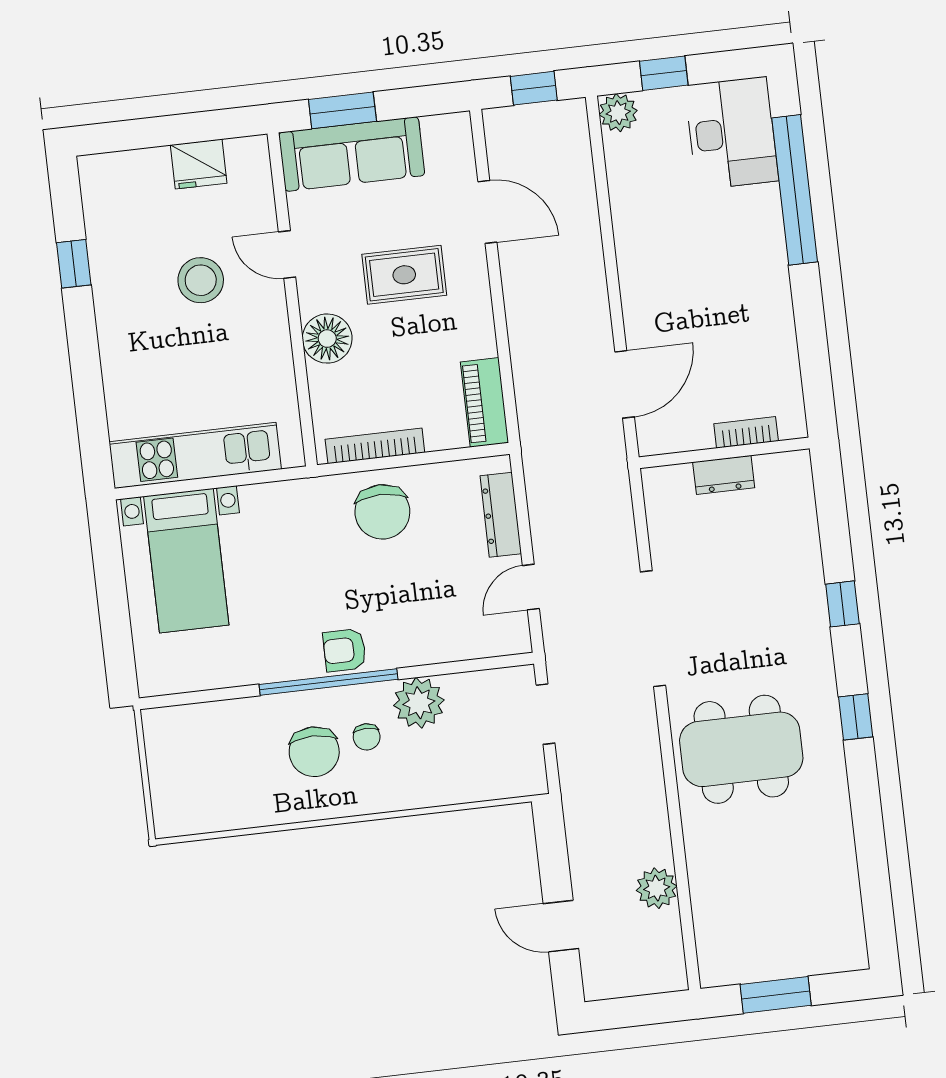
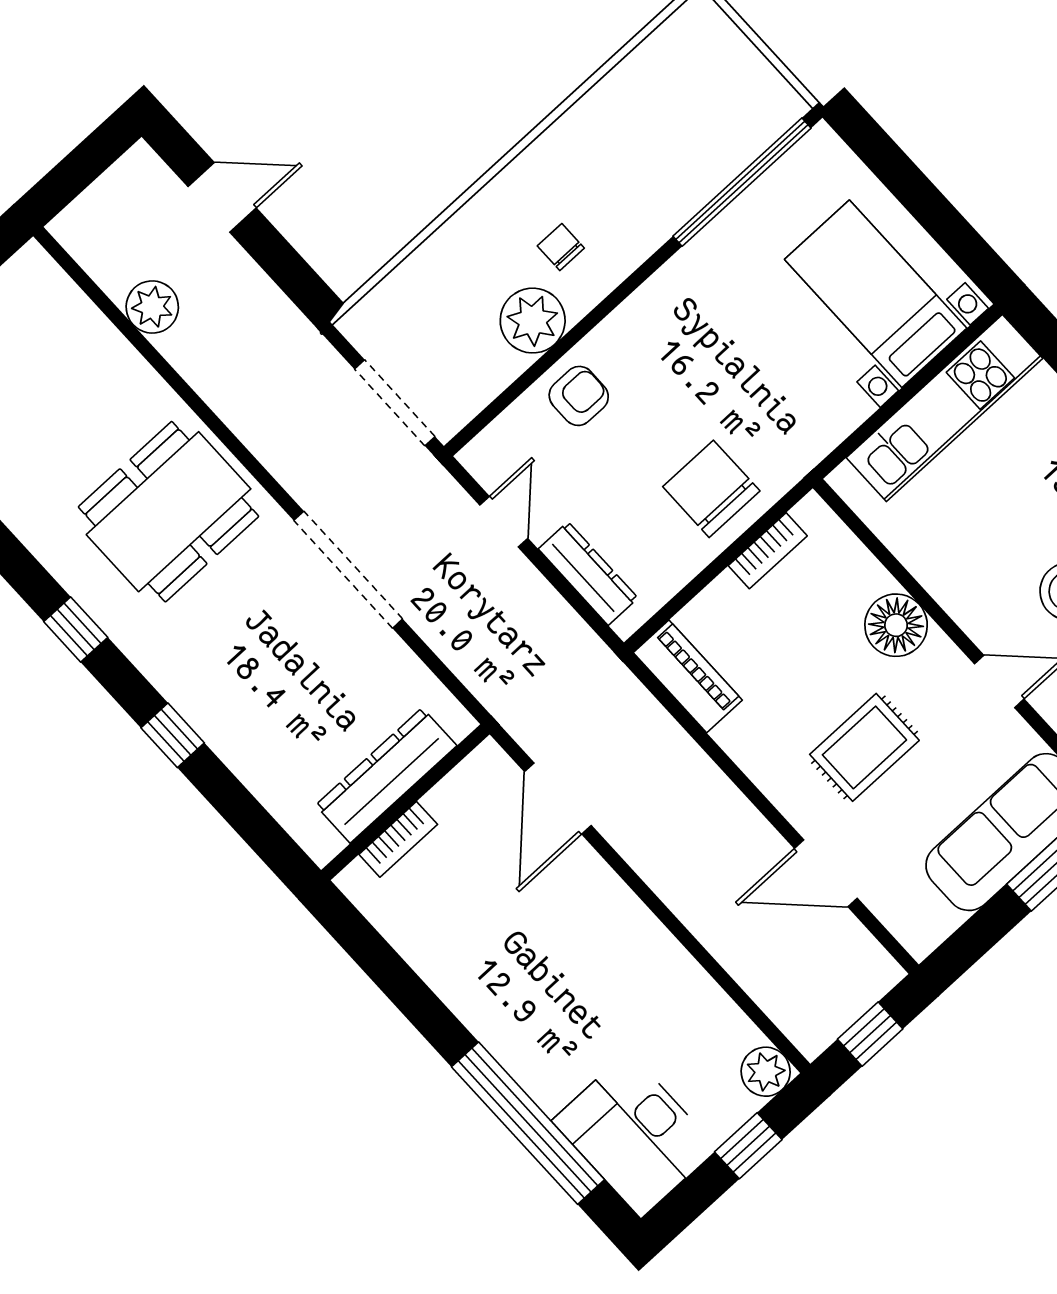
bookcase: (375, 446) -> (768, 551), width x0.64
dresser: (724, 475) -> (386, 775), width x1.96, depth x1.24
armchair: (345, 650) -> (579, 396), moved
window: (328, 682) -> (742, 182), moved
doorway: (546, 714) -> (395, 403), width x1.38
chair: (314, 752) -> (603, 193), removed

